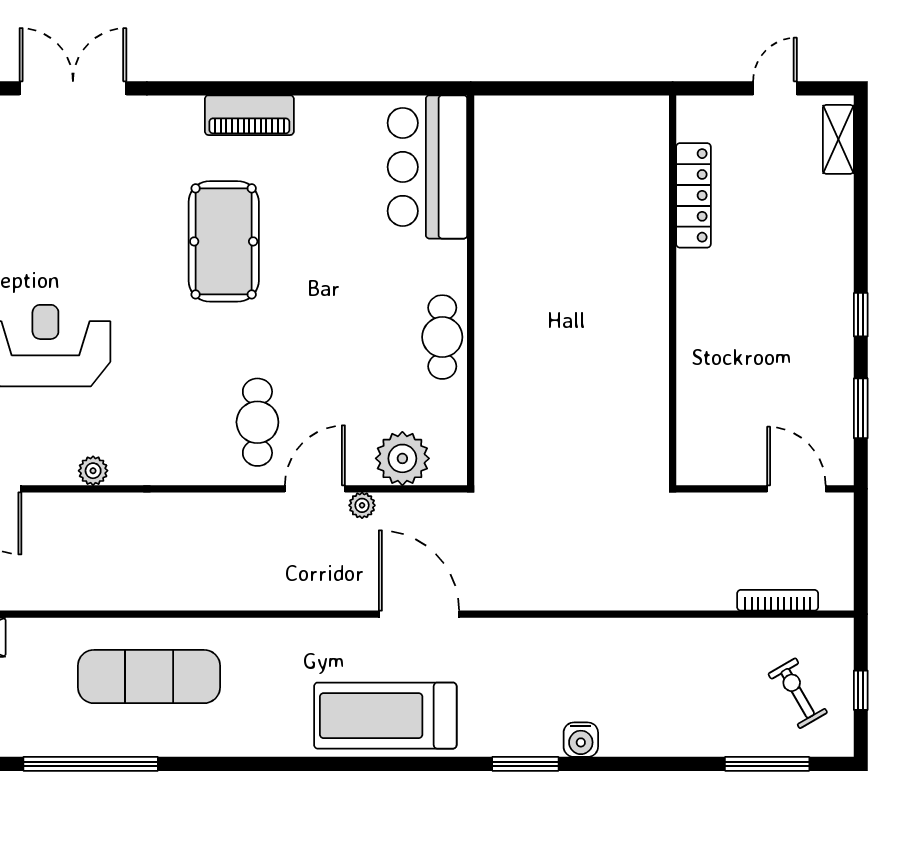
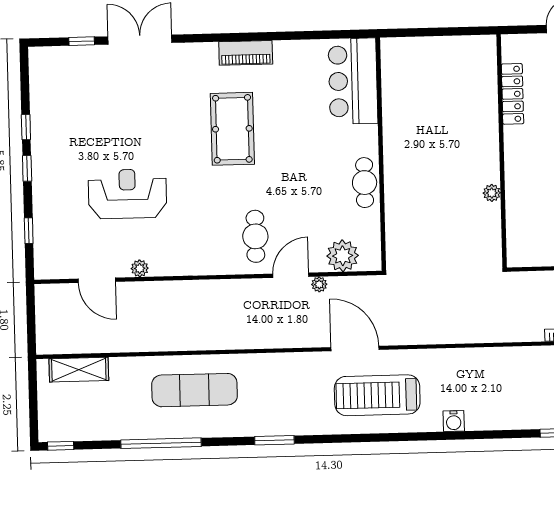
plant: (655, 360) -> (492, 193), added
plant: (93, 471) -> (140, 268), moved
treadmill: (385, 716) -> (377, 395), moved
window: (525, 764) -> (274, 440), moved

